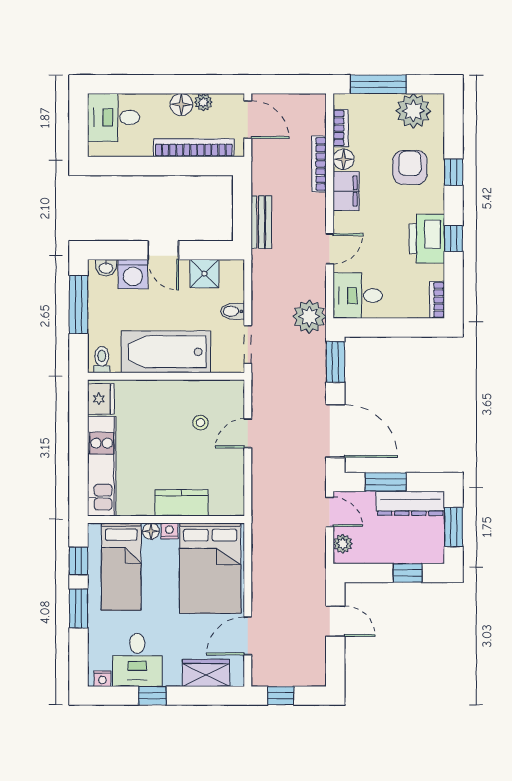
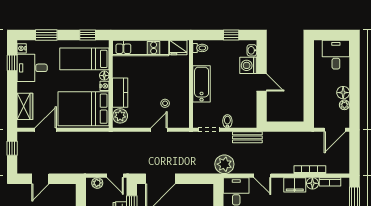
bookcase: (194, 148) -> (319, 100), removed
bench: (261, 222) -> (247, 137), moved
door: (163, 250) -> (262, 82), swing flipped
shower: (204, 274) -> (249, 105), removed
window: (78, 305) -> (231, 35), width x0.46
bathtub: (166, 352) -> (202, 84), width x0.73, depth x0.73
window: (335, 362) -> (199, 179), removed
door: (248, 433) -> (159, 130), hinge flipped
plant: (223, 503) -> (120, 116), added
door: (330, 512) -> (115, 176), hinge flipped
window: (78, 609) -> (46, 35), moved
door: (335, 621) -> (40, 179), moved
door: (248, 636) -> (46, 130), hinge flipped
window: (152, 696) -> (12, 63), moved

